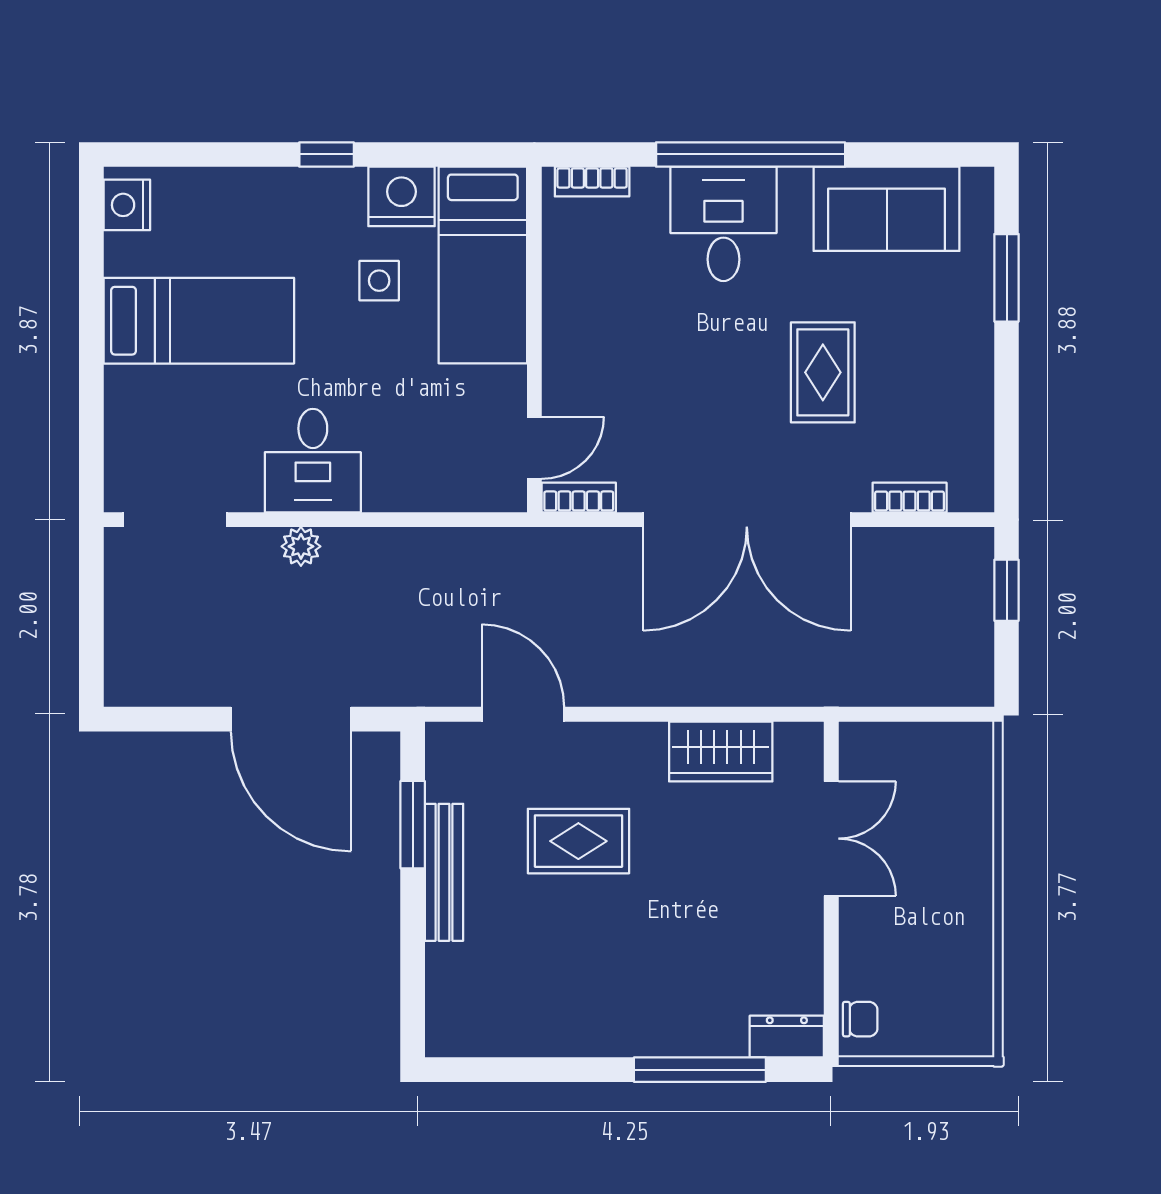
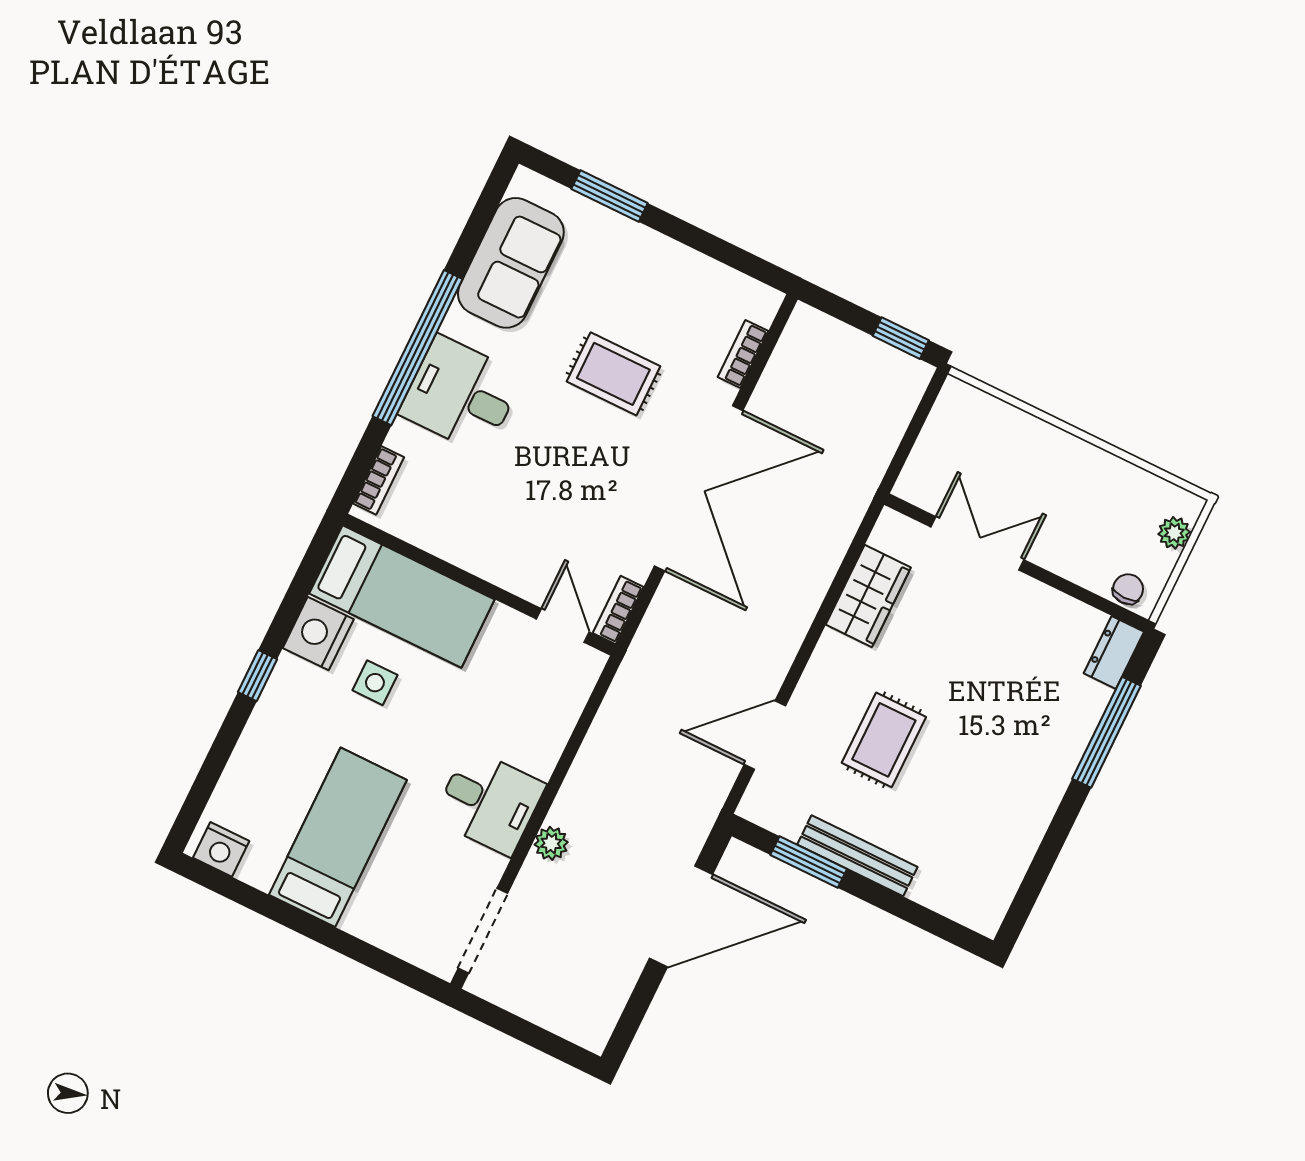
window: (1007, 590) -> (901, 338), moved
plant: (942, 1039) -> (1174, 533), added

